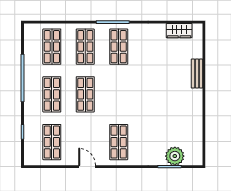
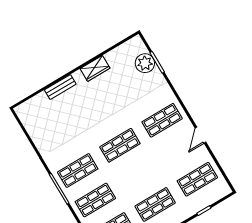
wardrobe: (179, 31) -> (95, 68), moved, turned 90
shop shelf: (85, 94) -> (120, 145), moved

